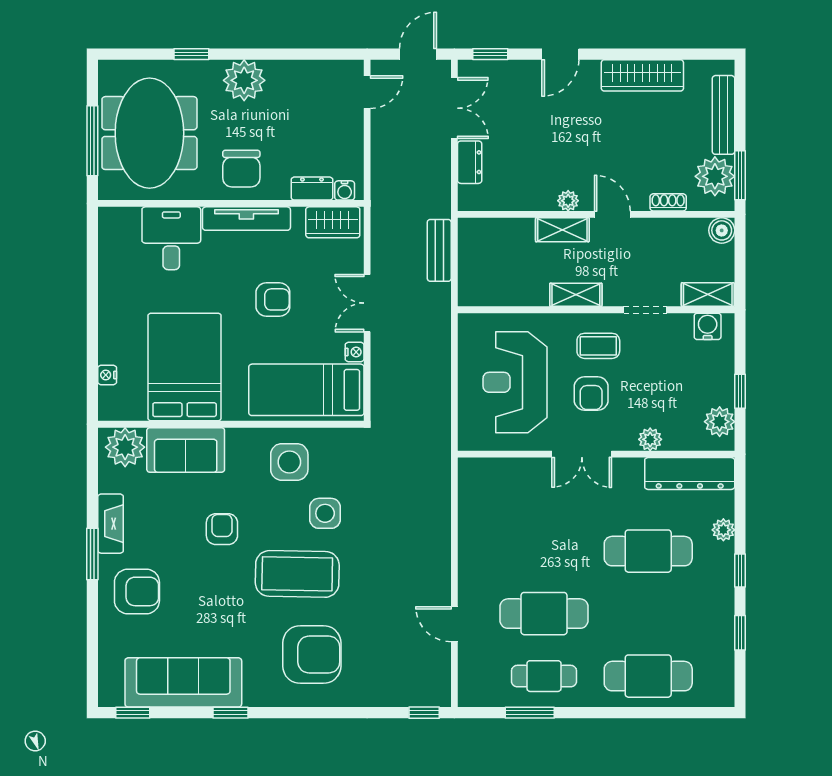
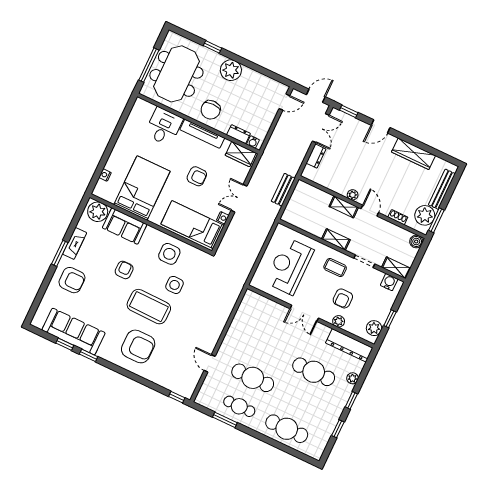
armchair: (591, 393) -> (343, 298), moved
window: (133, 713) -> (65, 344), moved

